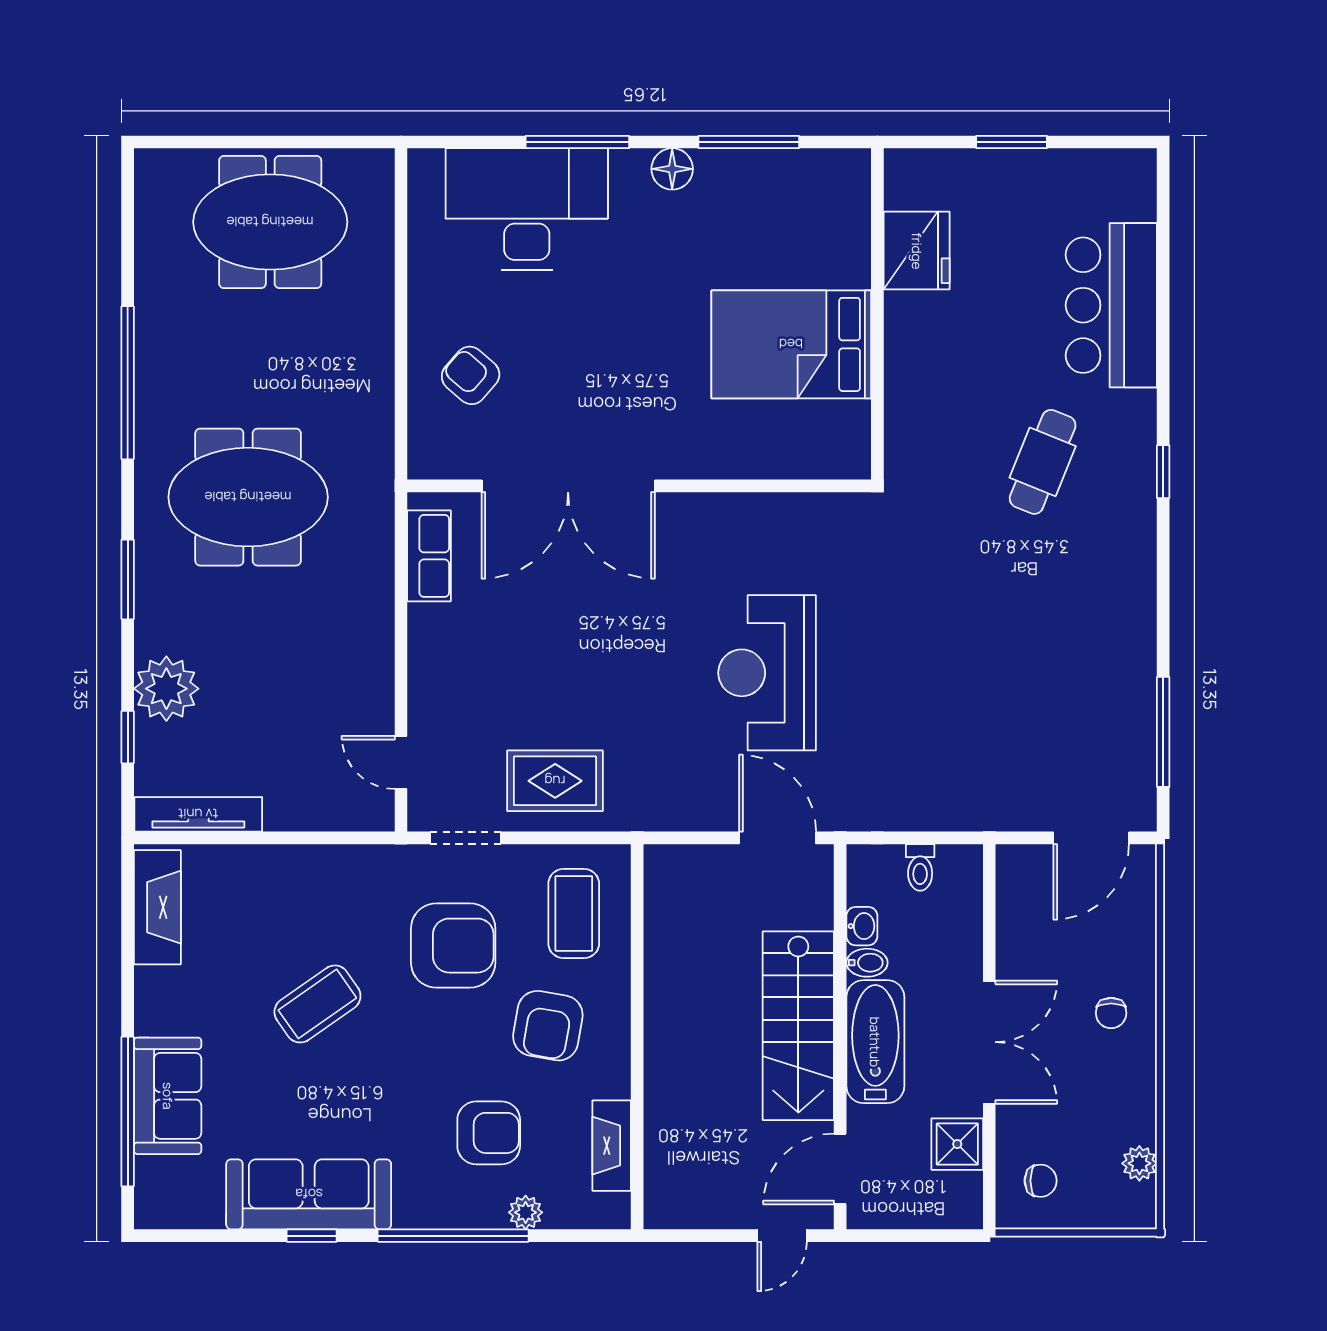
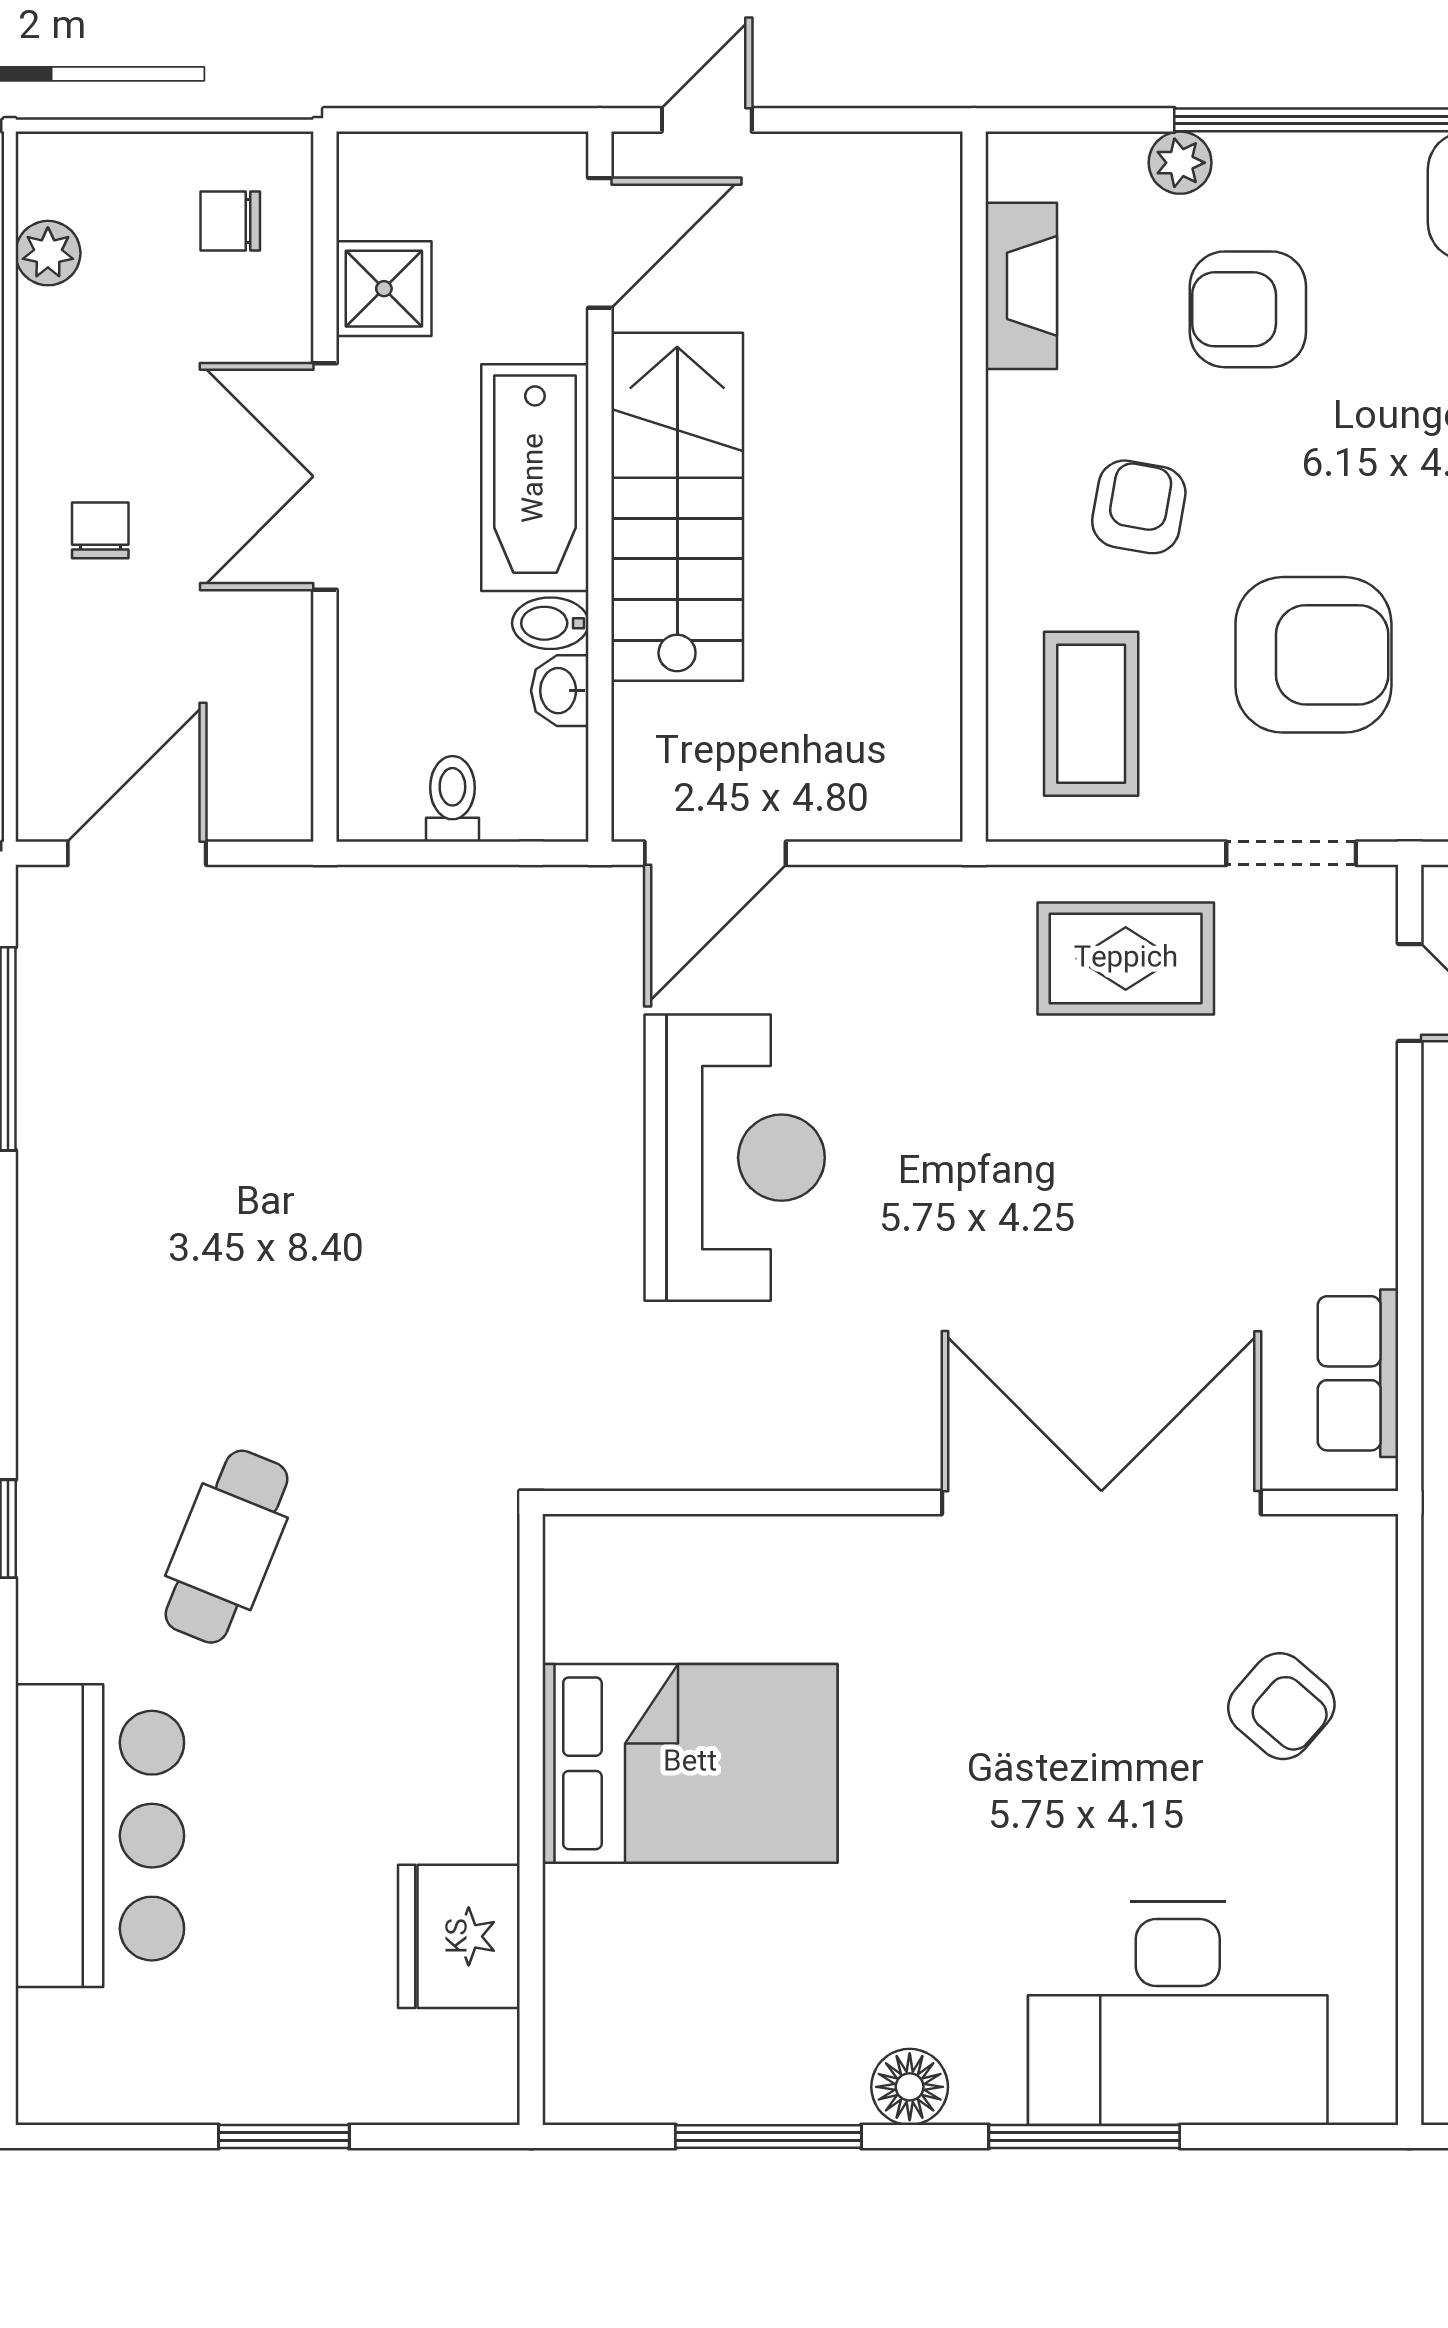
door: (778, 838) -> (715, 853), hinge flipped
armchair: (453, 946) -> (1313, 655), turned 180
armchair: (548, 1026) -> (1139, 507), width x0.72, depth x0.72

